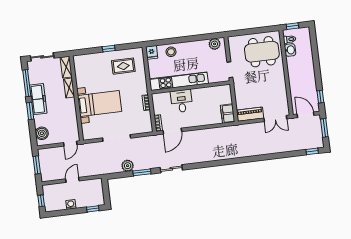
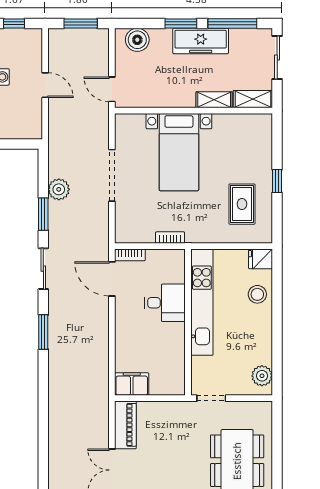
window: (205, 165) -> (43, 332), added

